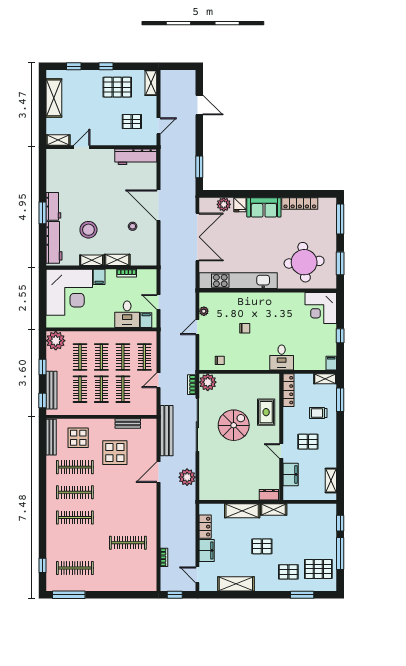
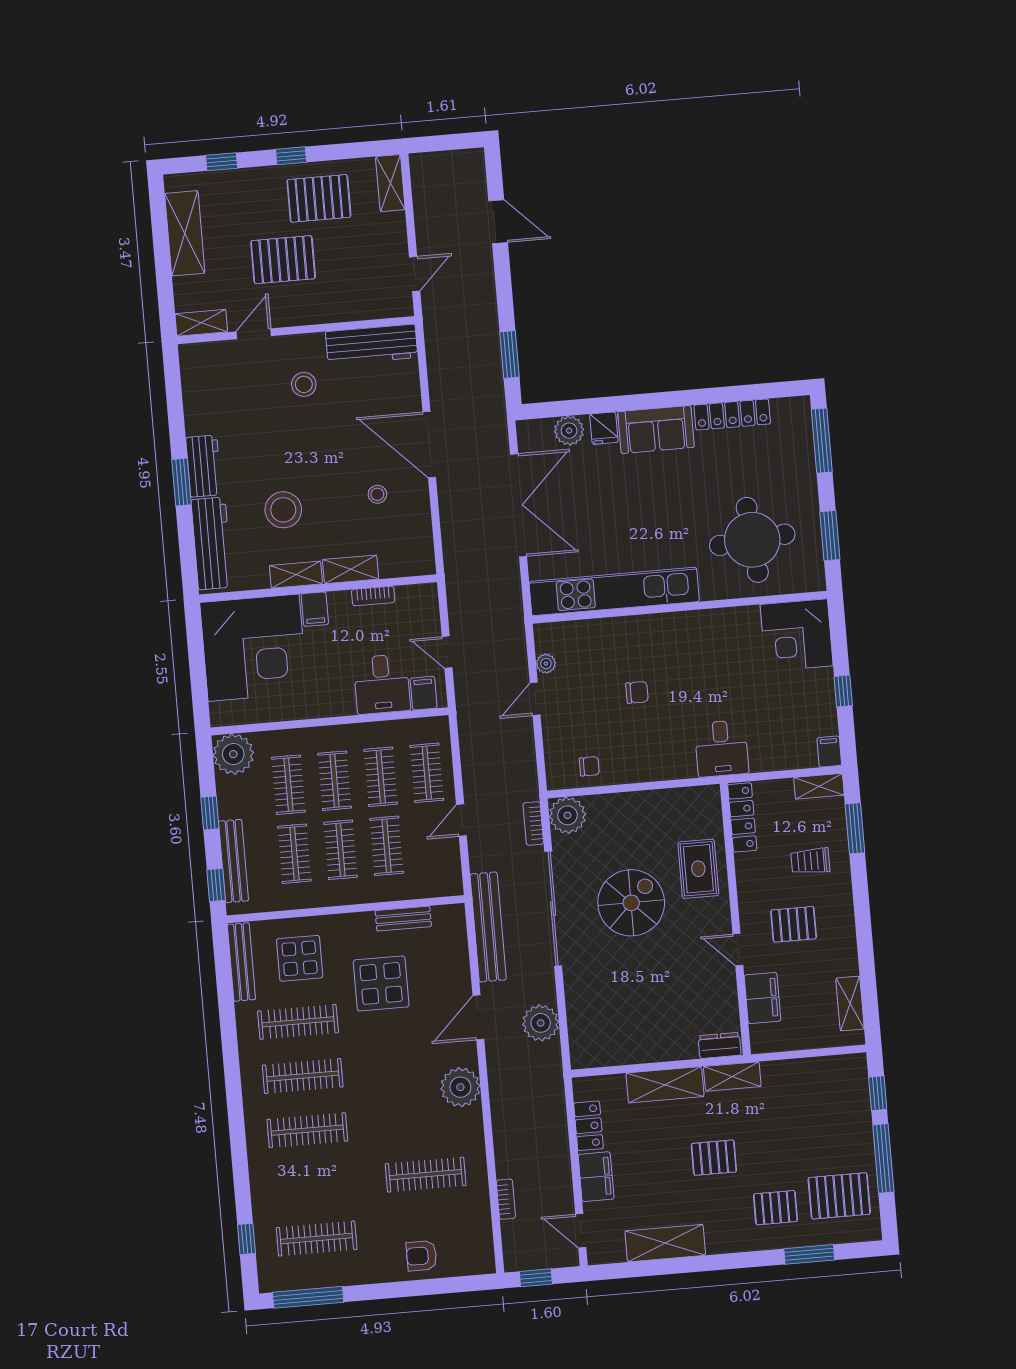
pallet: (132, 122) -> (283, 260), moved, width x1.50, depth x1.42
stool: (103, 173) -> (304, 384), added
plant: (147, 504) -> (460, 1087), added
armchair: (123, 580) -> (421, 1256), added

